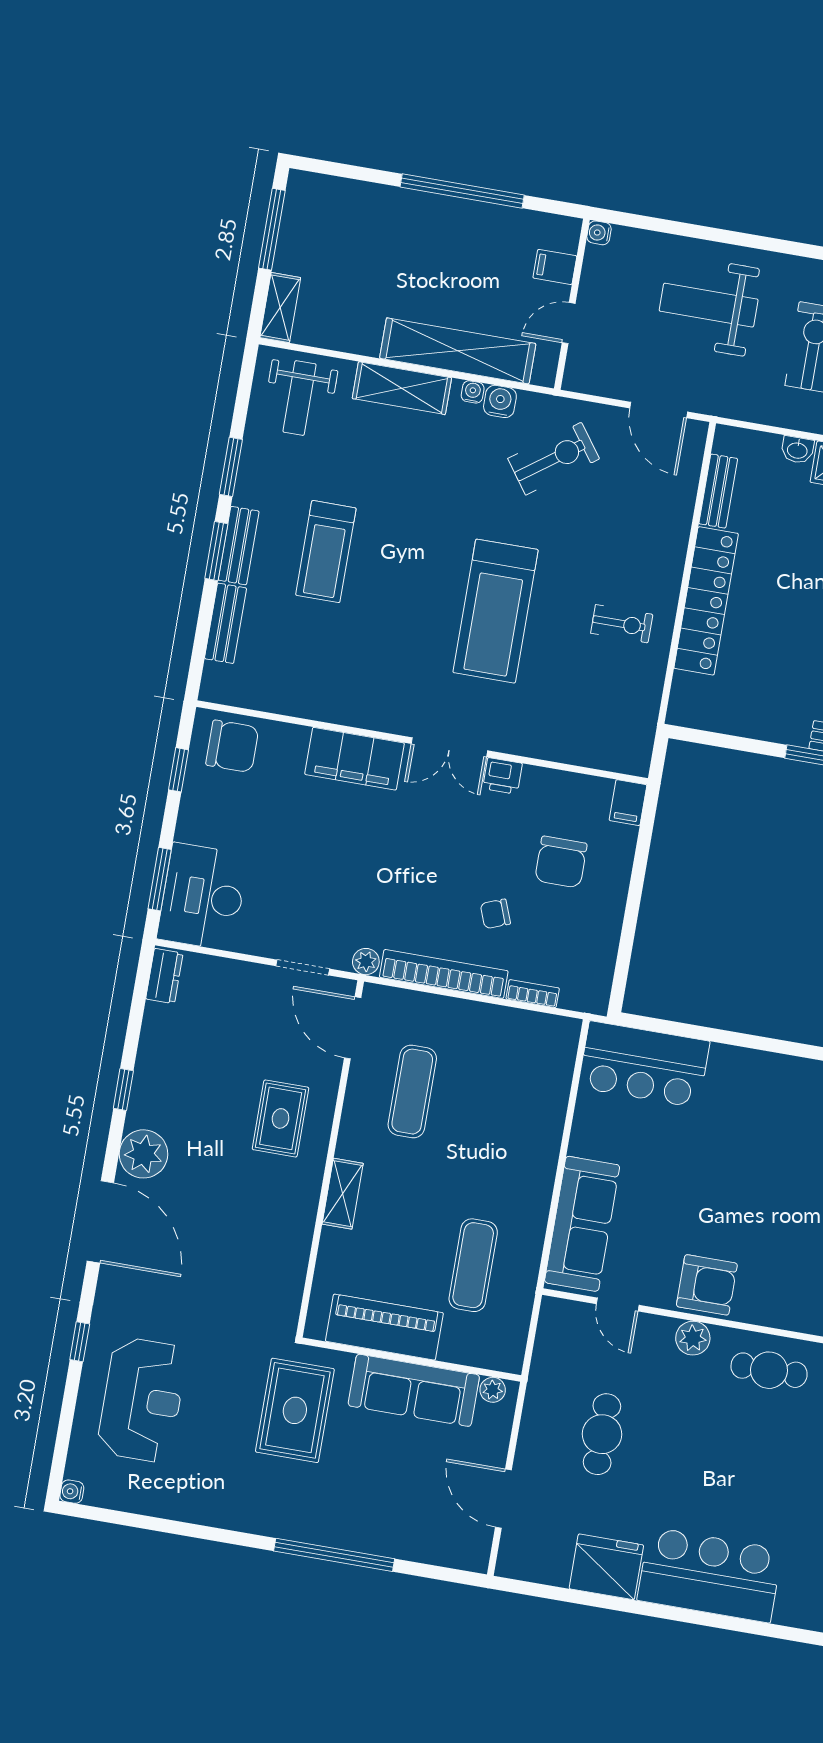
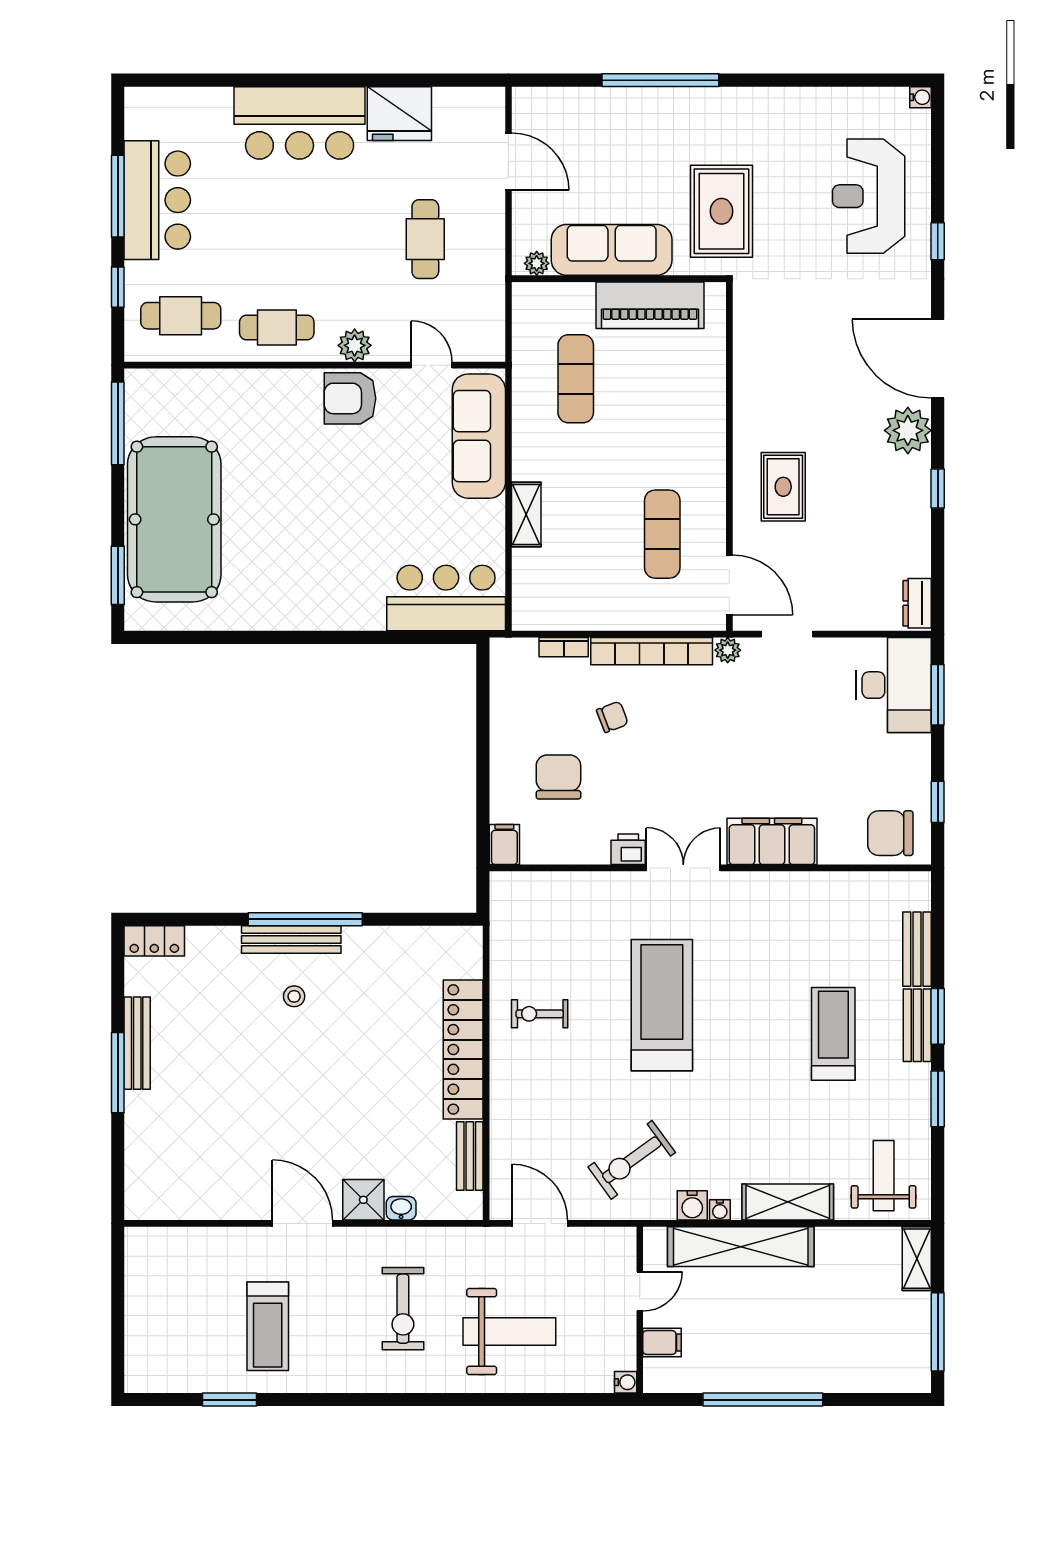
shelving: (343, 1194) -> (526, 514), moved

